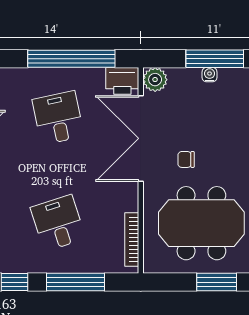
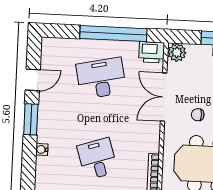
desk: (58, 118) -> (101, 78), width x1.37
double door: (141, 138) -> (164, 97), width x0.73

